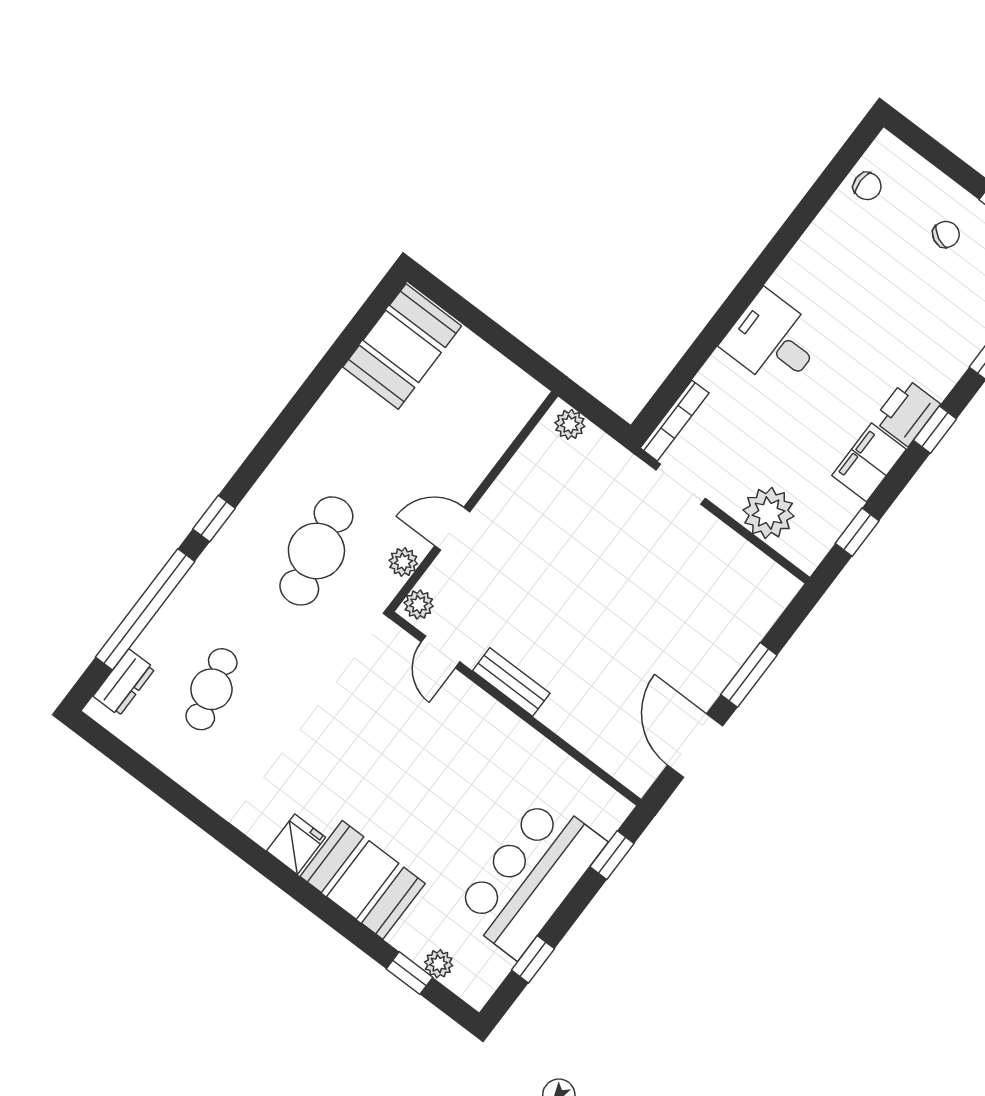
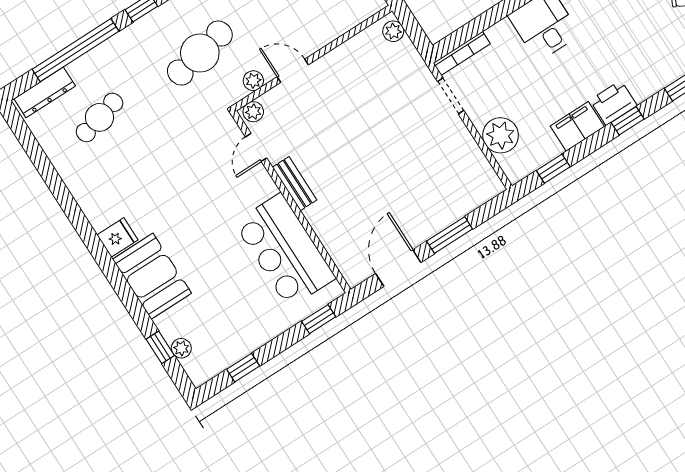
dresser: (124, 682) -> (45, 92), width x1.44
bar counter: (530, 877) -> (285, 251), moved, turned -90

